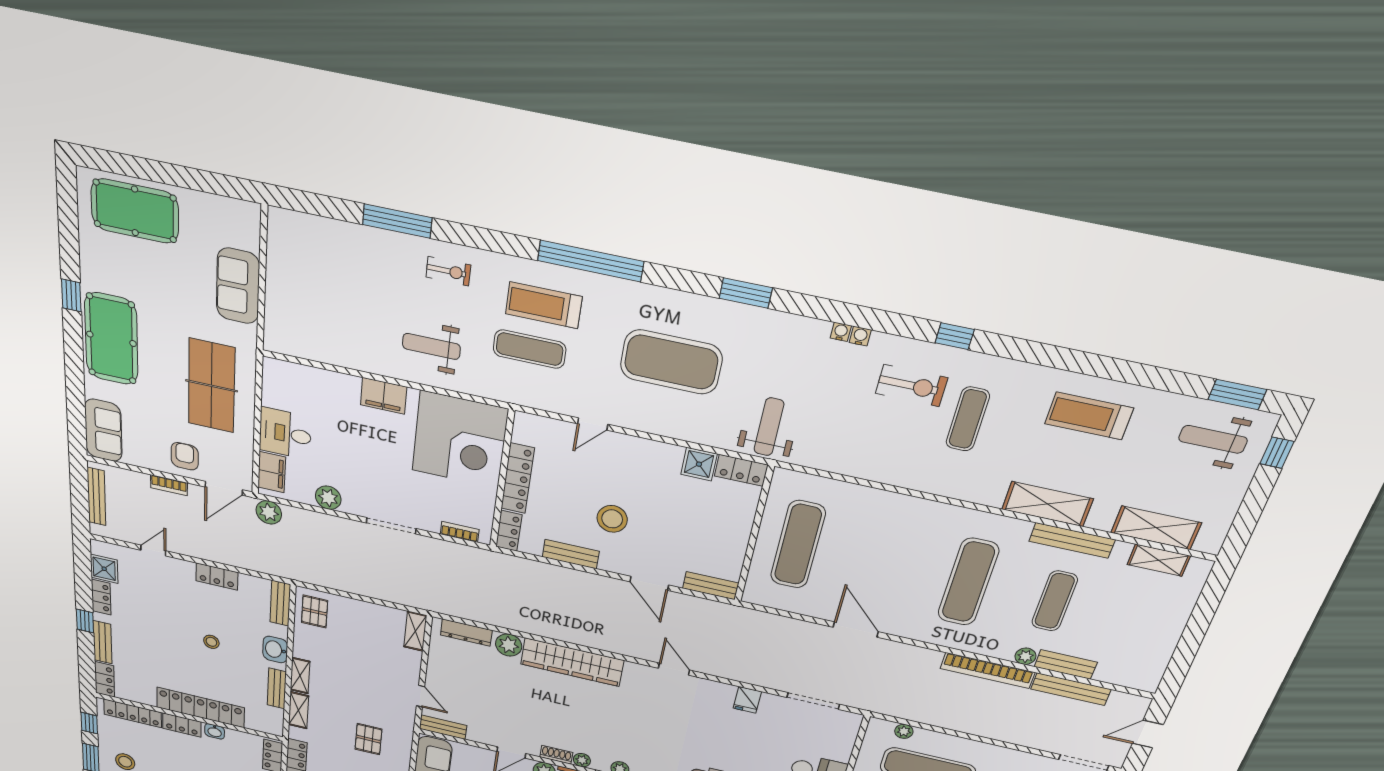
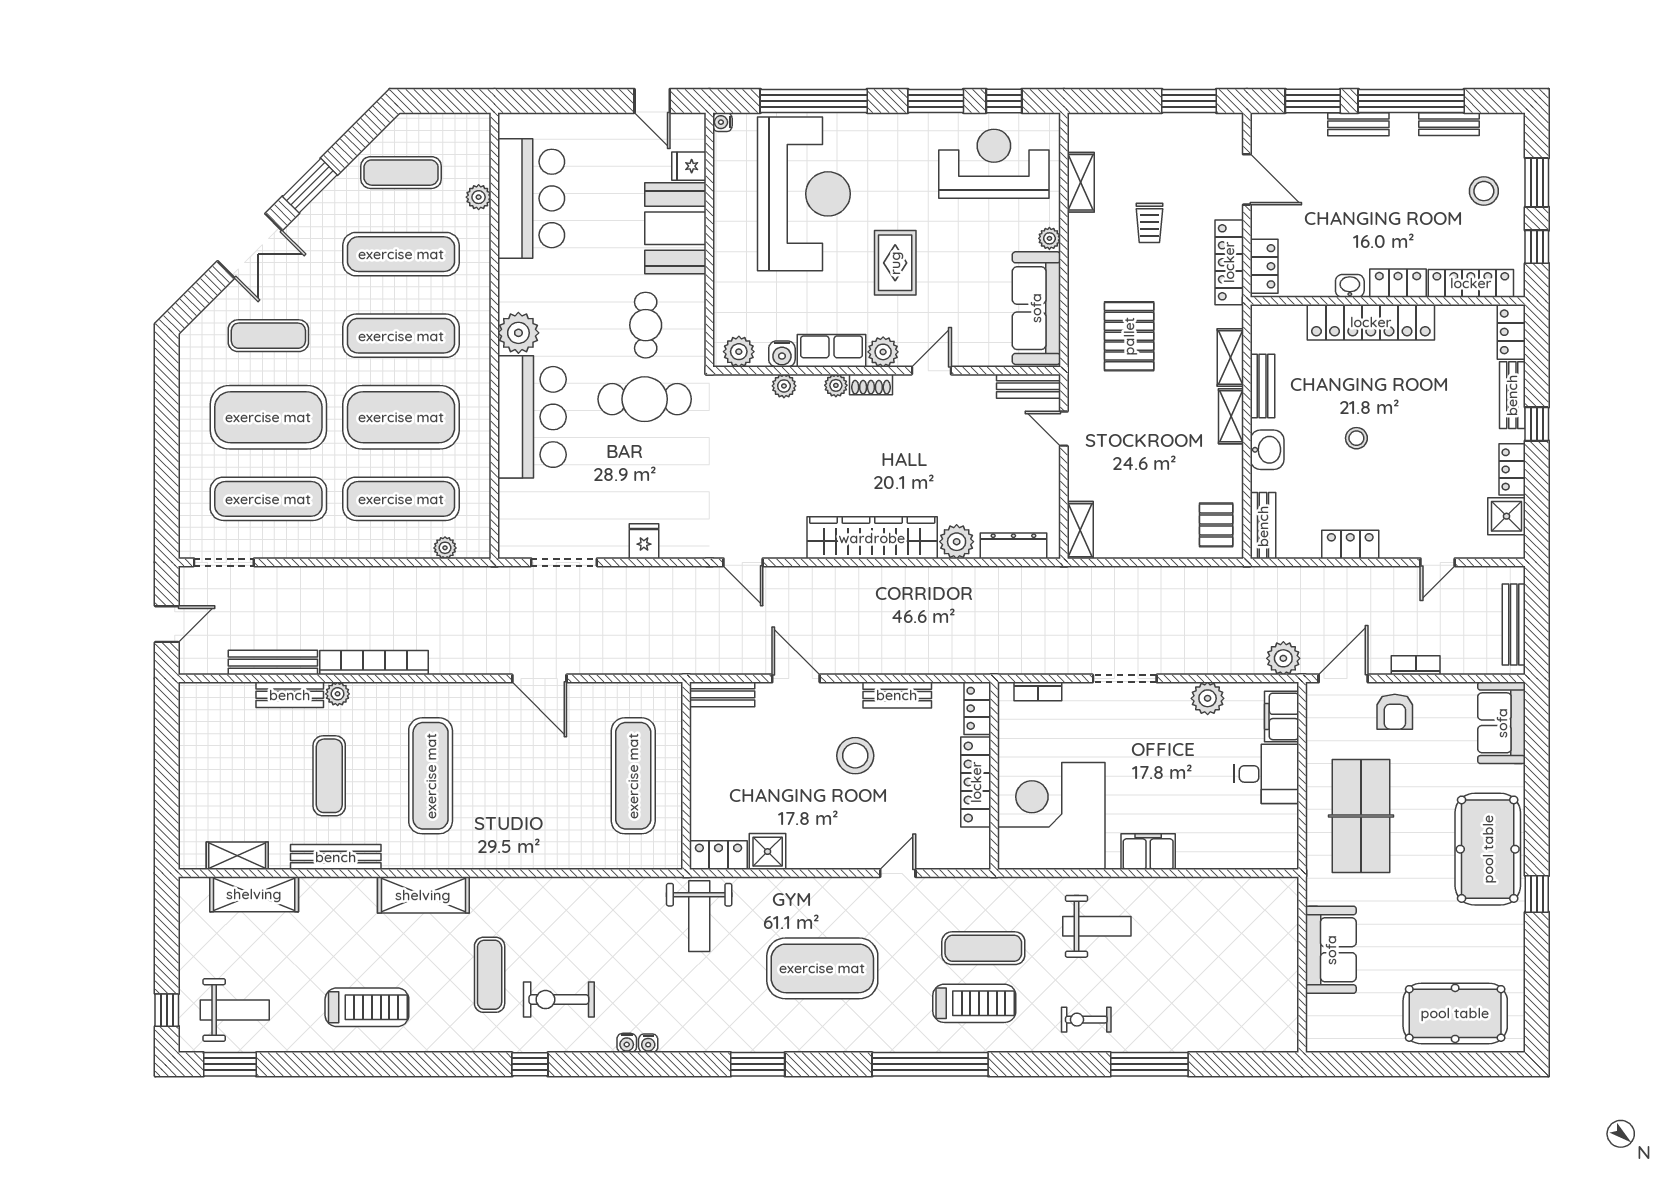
shelving: (1047, 504) -> (423, 895), moved
pallet: (368, 739) -> (1129, 336), width x1.50, depth x1.42

